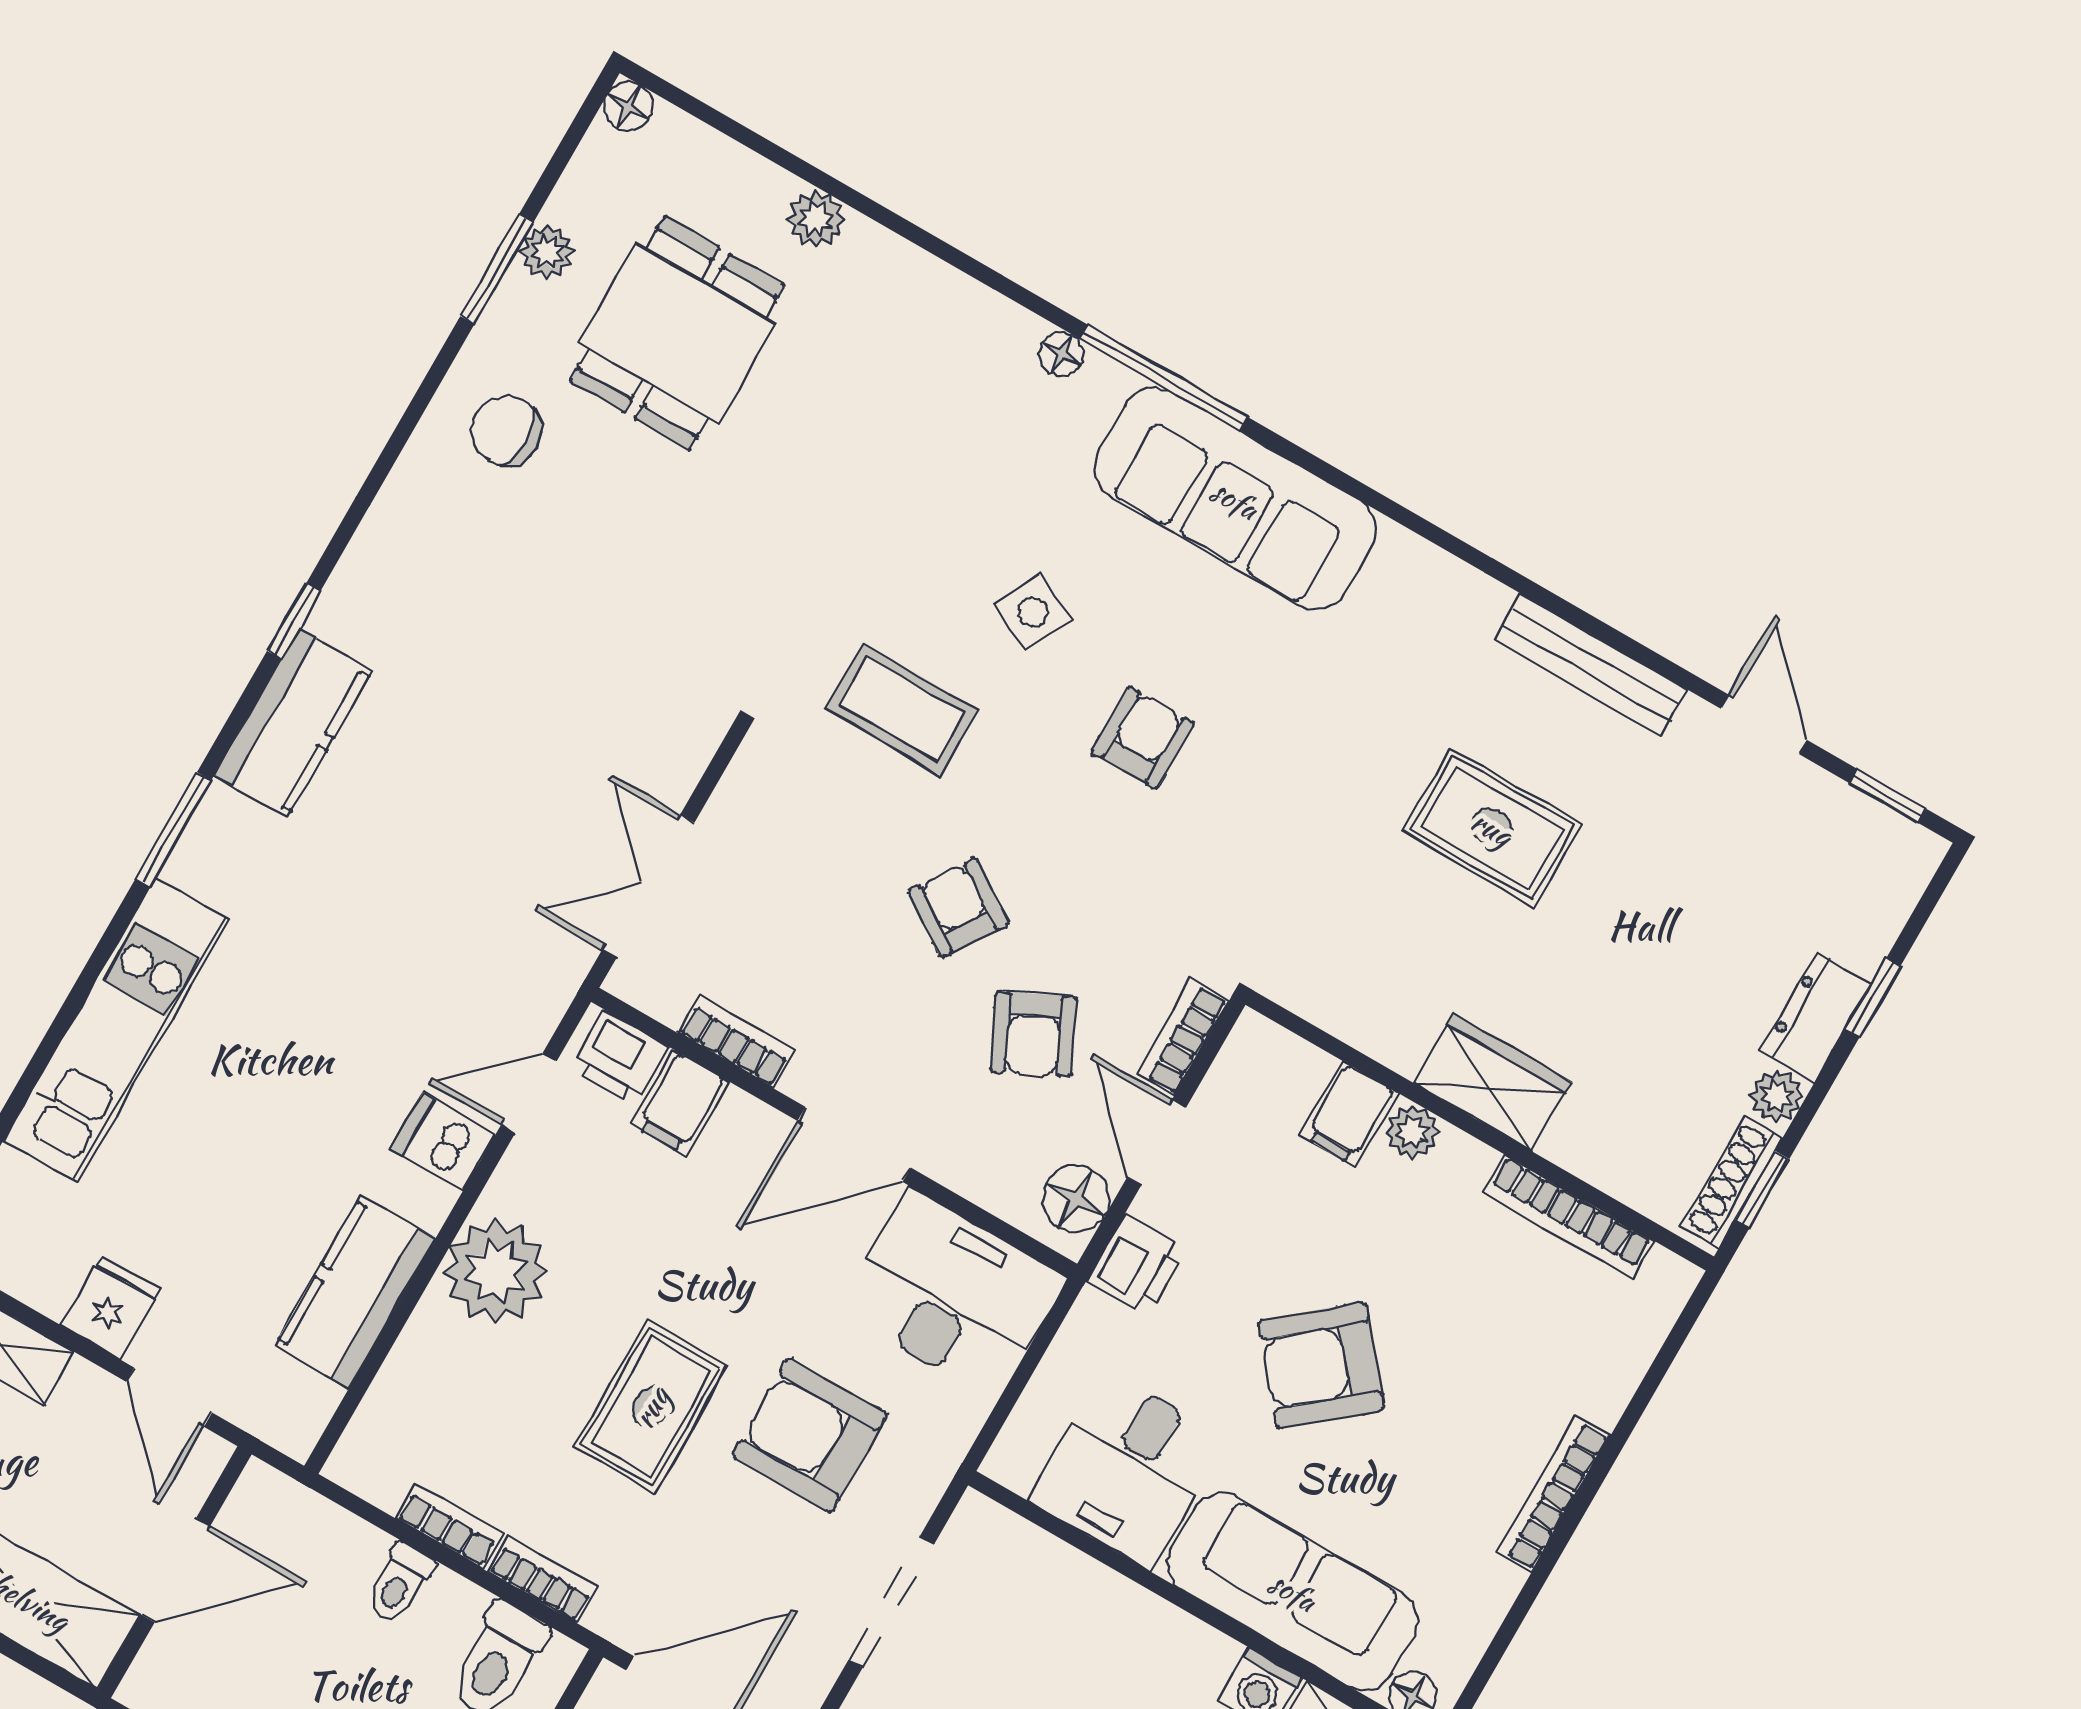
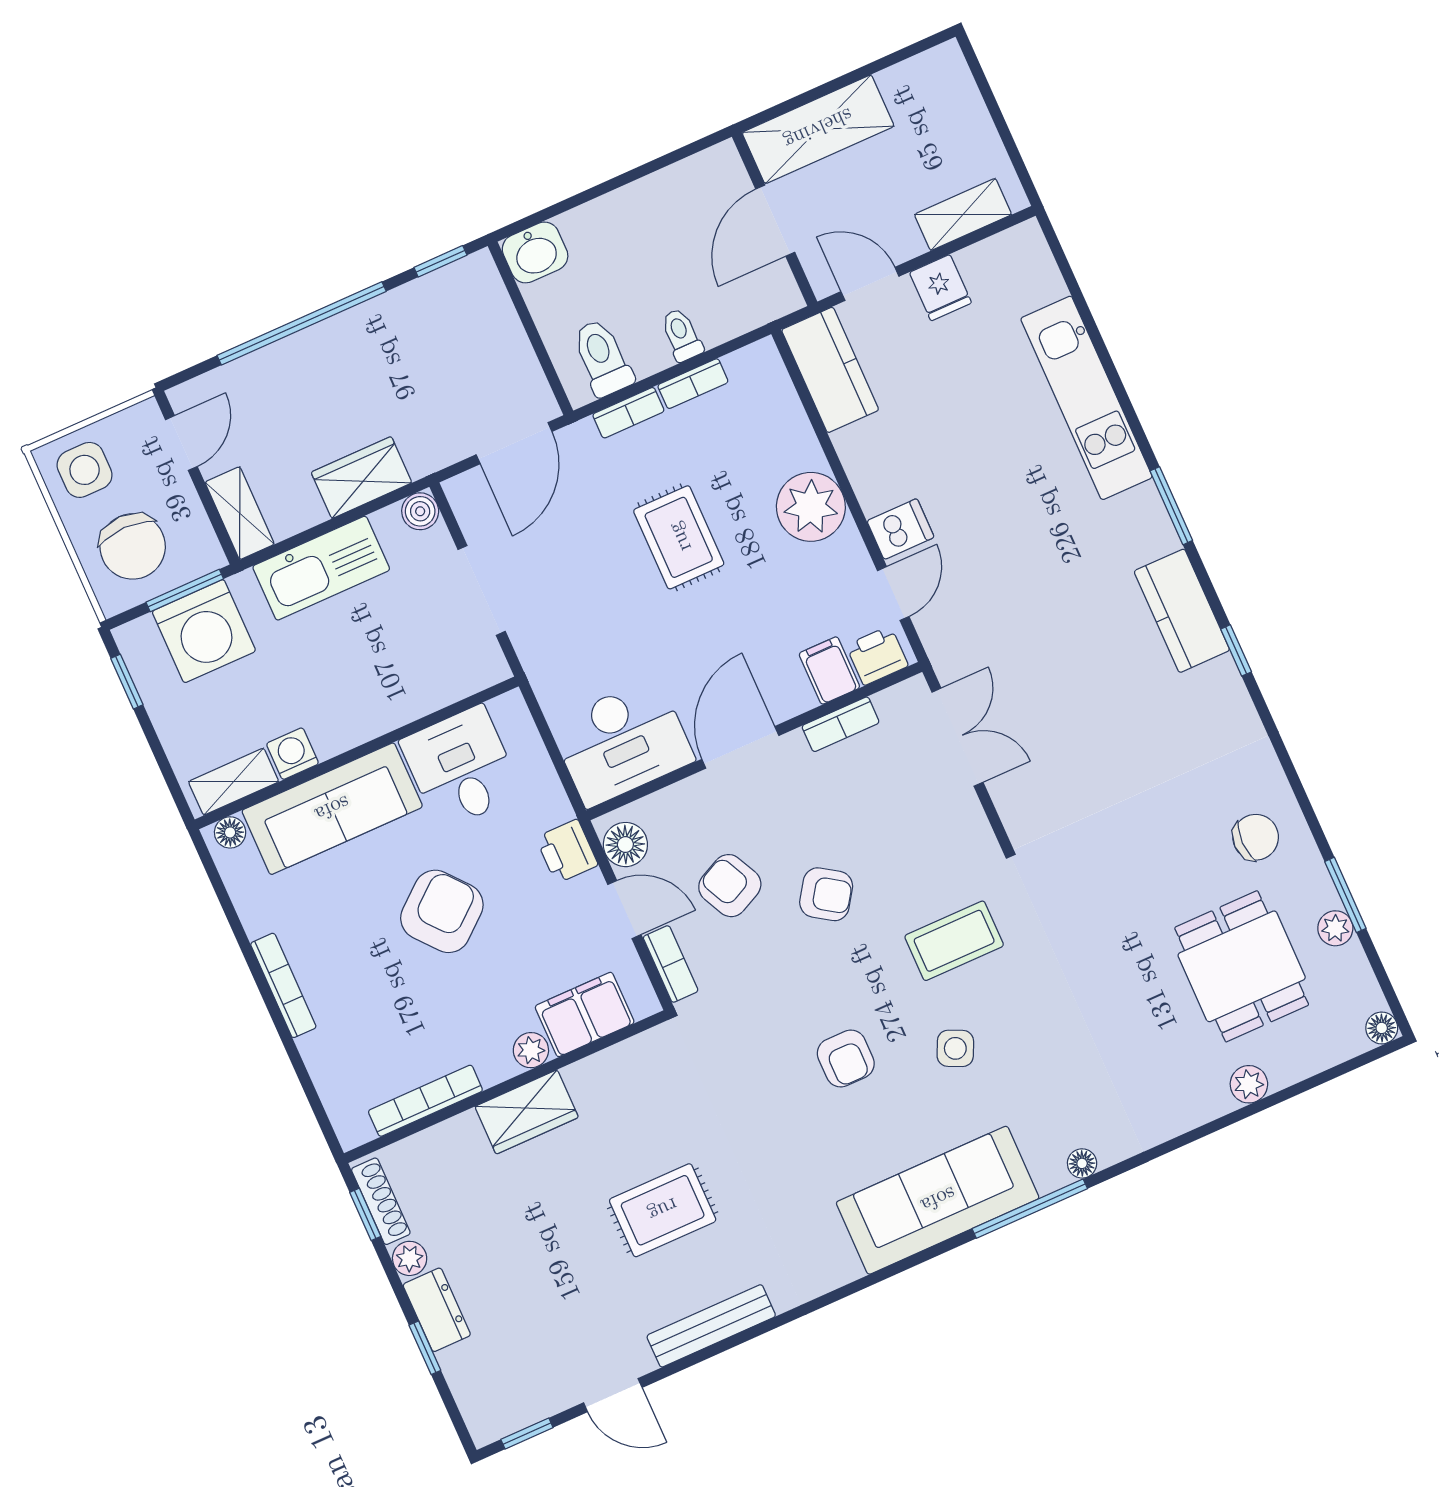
filing cabinet: (1349, 1114) -> (585, 1014), width x2.00
kitchen counter: (355, 1292) -> (830, 370), moved
armchair: (810, 1435) -> (602, 611), removed

